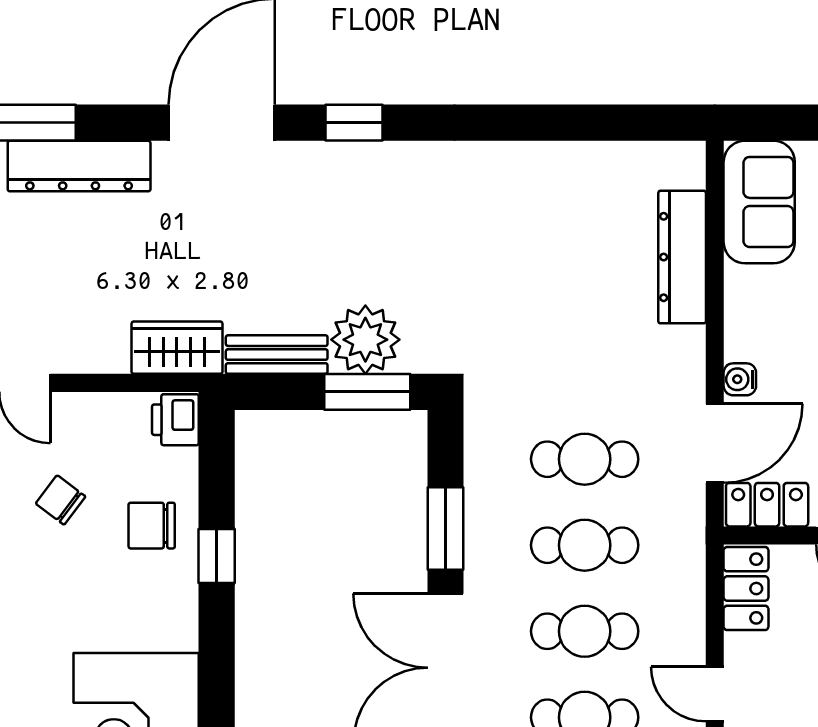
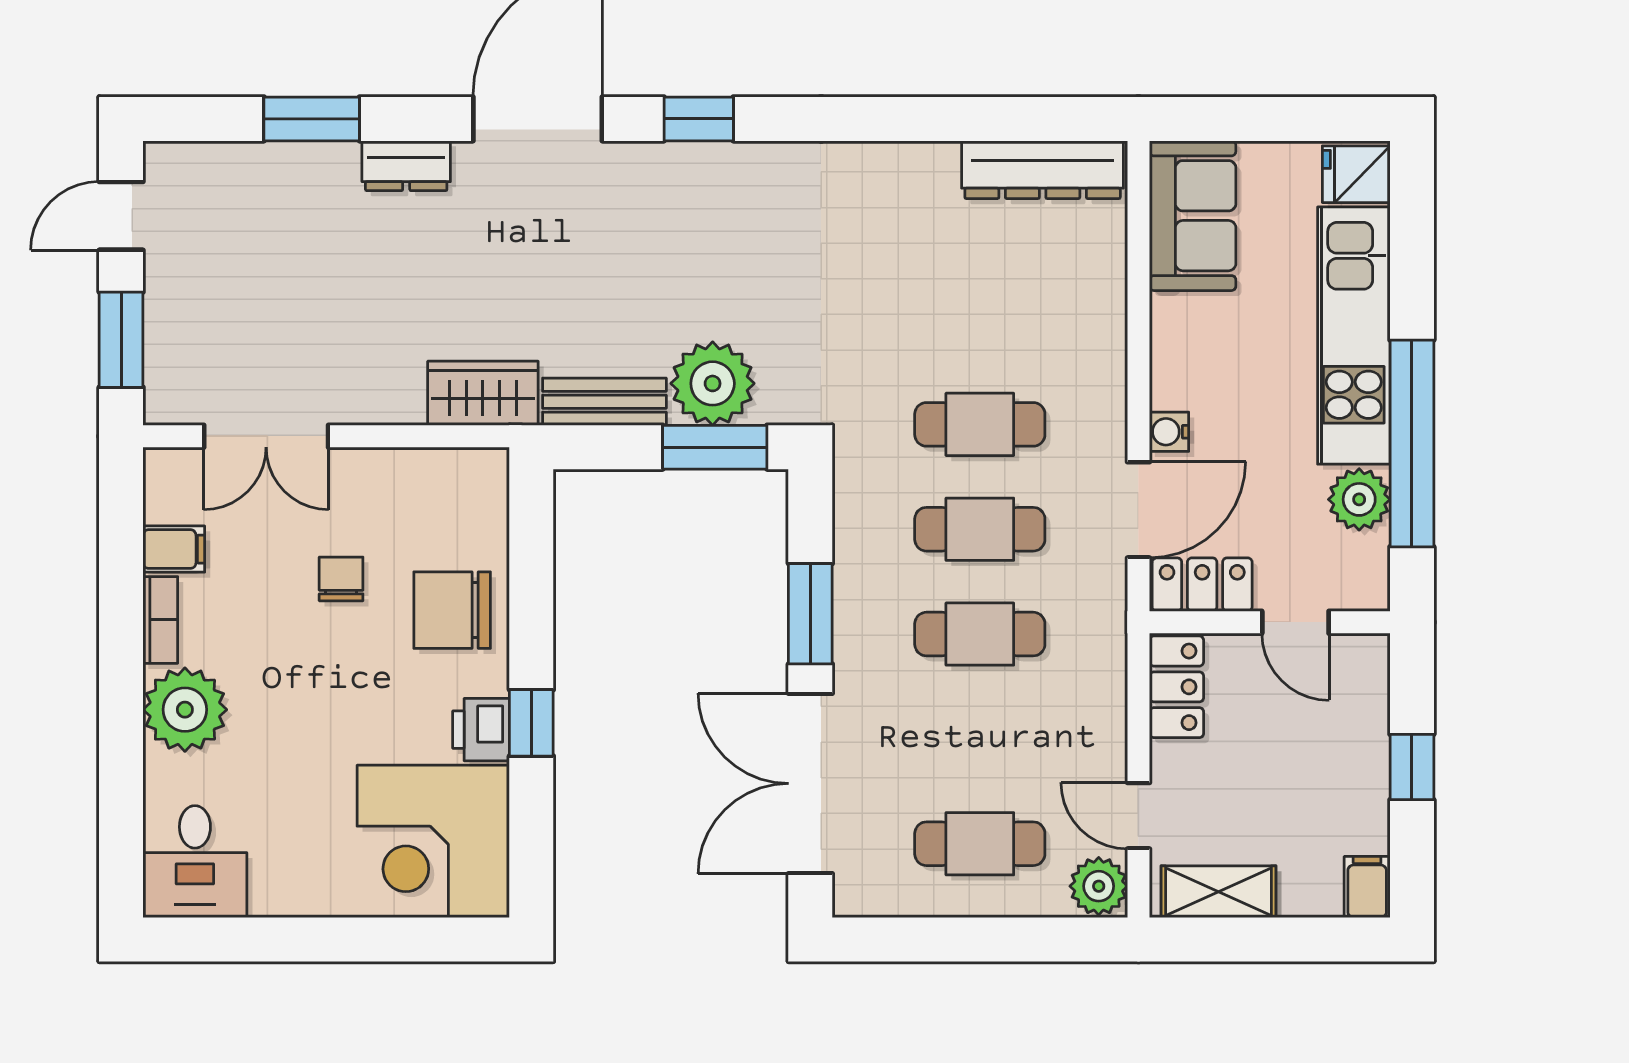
dresser: (79, 166) -> (406, 166), width x0.51, depth x0.80
dresser: (682, 257) -> (1043, 170), moved, turned -90
printer: (175, 420) -> (481, 730), moved
chair: (61, 500) -> (341, 579), turned 53
chair: (152, 526) -> (452, 610), width x1.37, depth x1.37
window: (217, 556) -> (531, 723), moved
cafe table: (585, 631) -> (980, 424), moved

